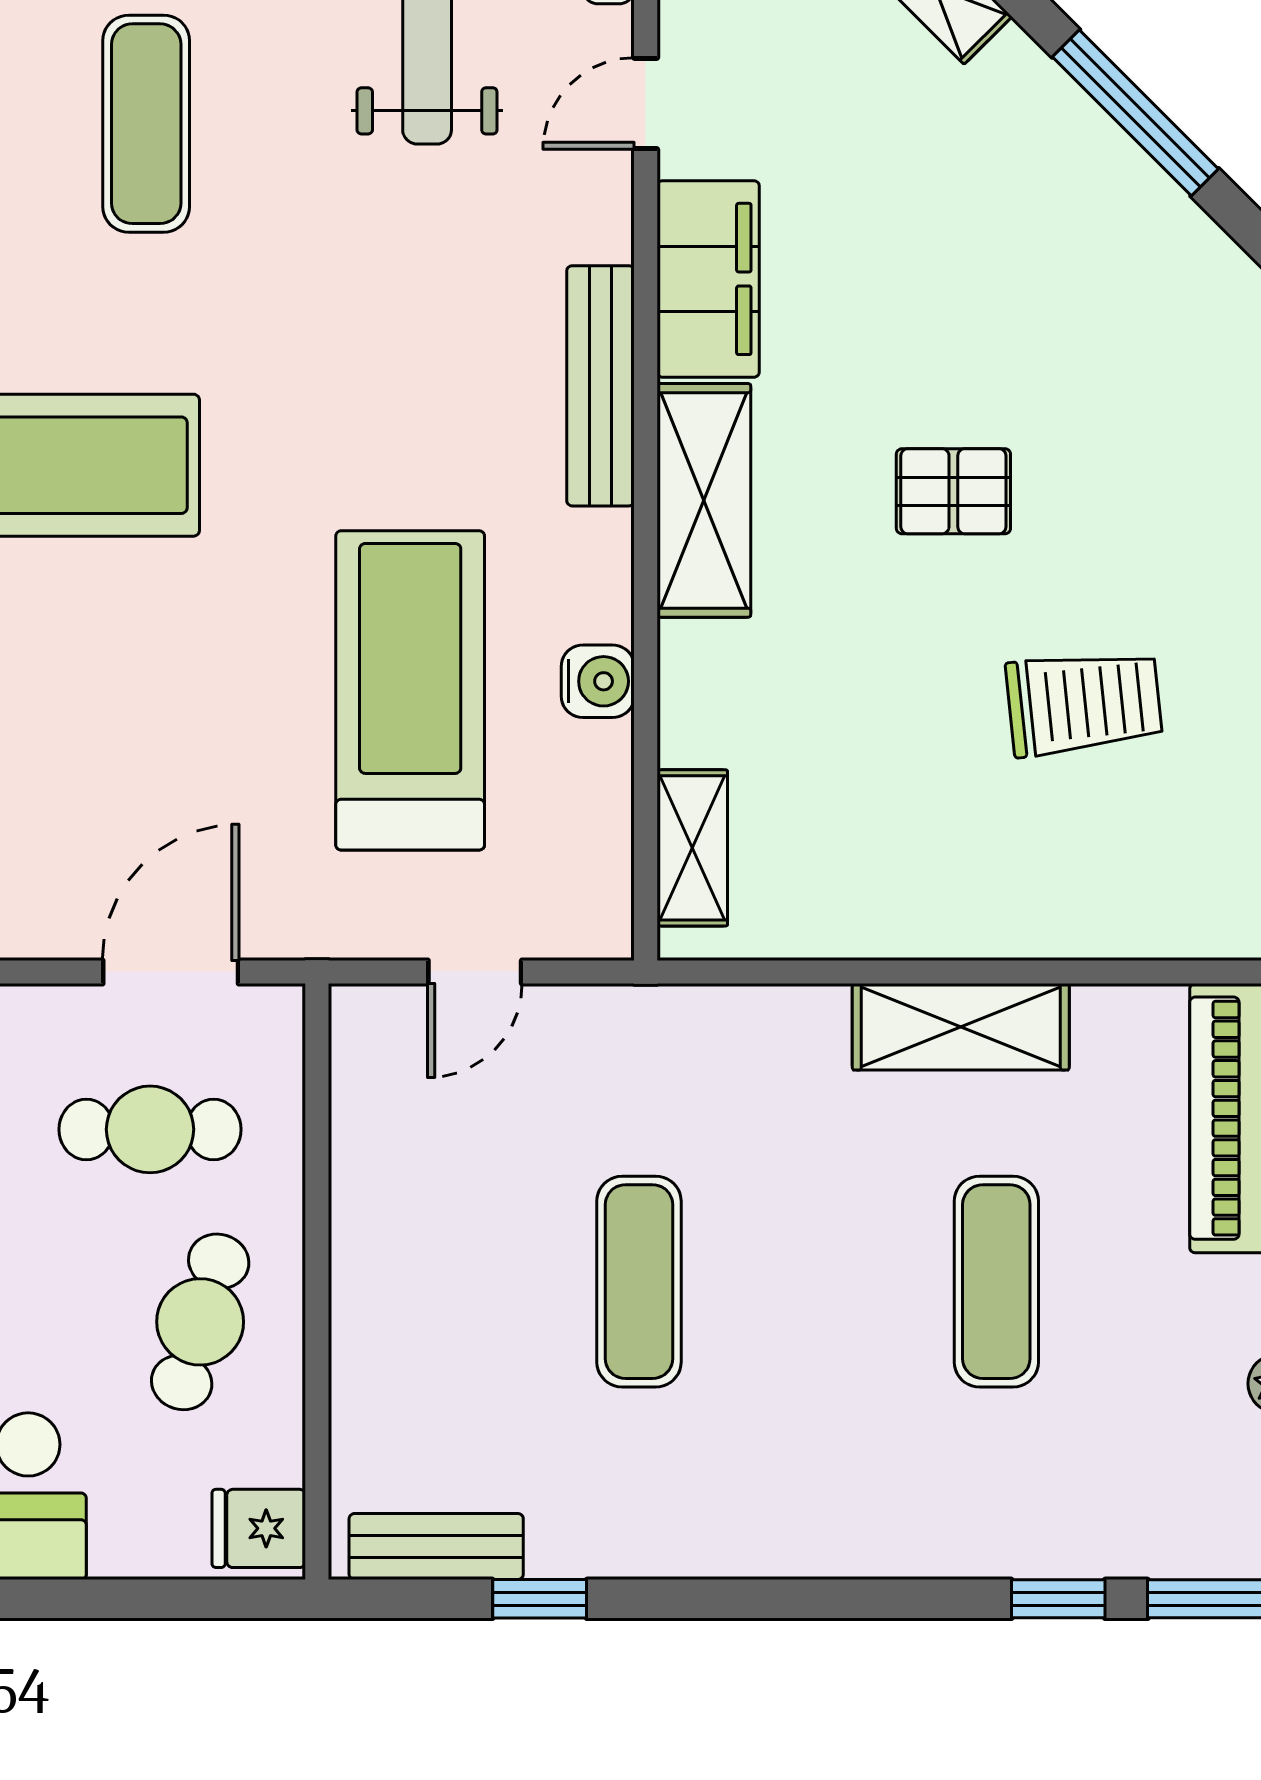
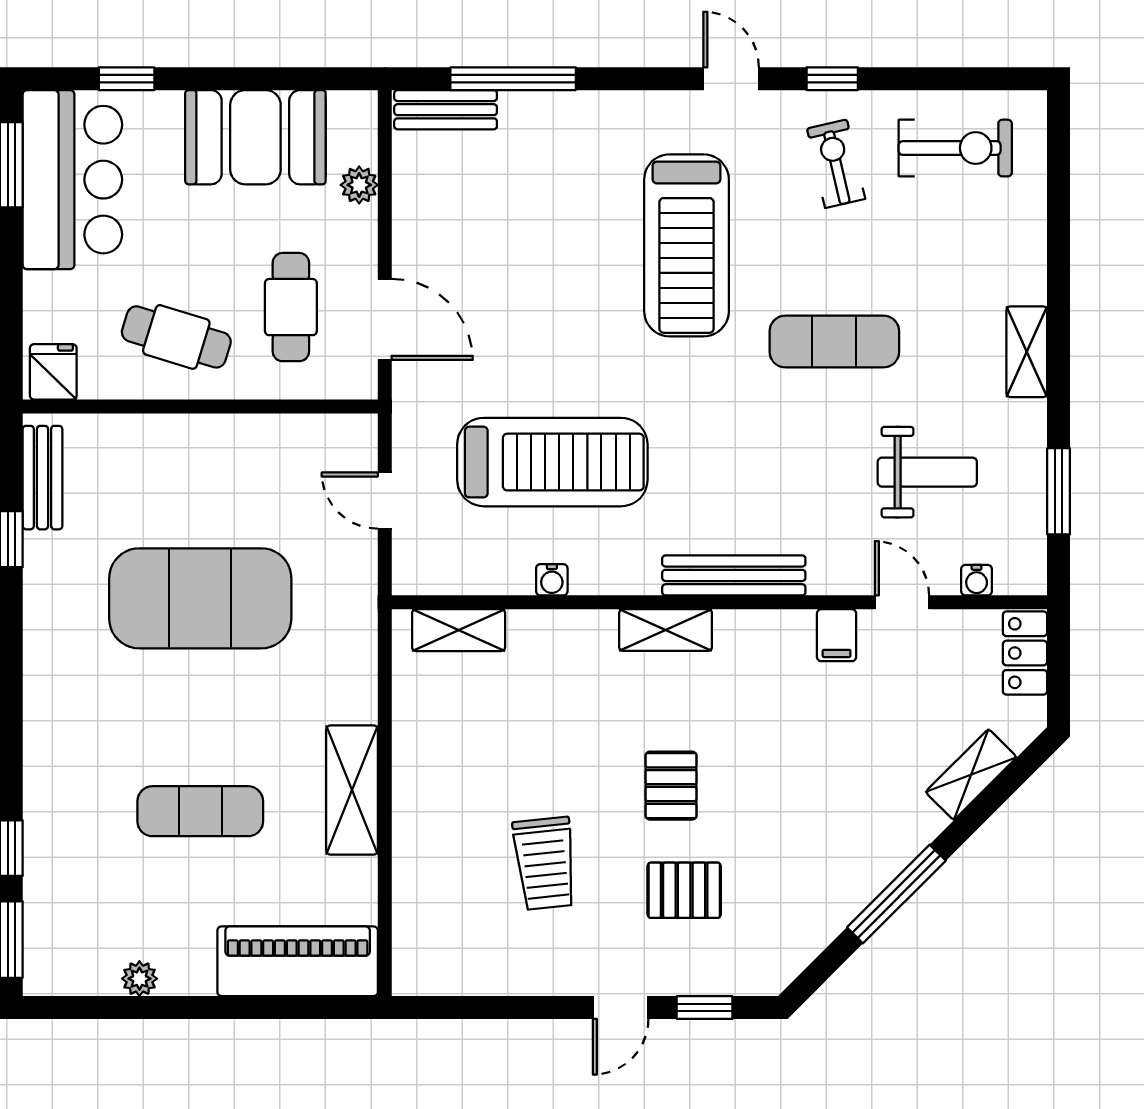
exercise mat: (146, 124) -> (834, 342), moved
filing cabinet: (708, 279) -> (837, 635), width x0.33, depth x0.86
pallet: (1129, 469) -> (684, 890), added
shelving: (704, 500) -> (666, 630), width x0.67, depth x0.75
water cooler: (598, 681) -> (552, 580), width x0.72, depth x0.72
exercise mat: (639, 1282) -> (200, 598), width x2.00, depth x1.45

